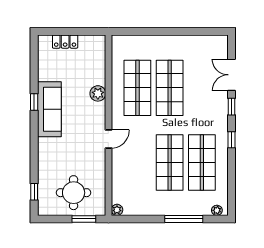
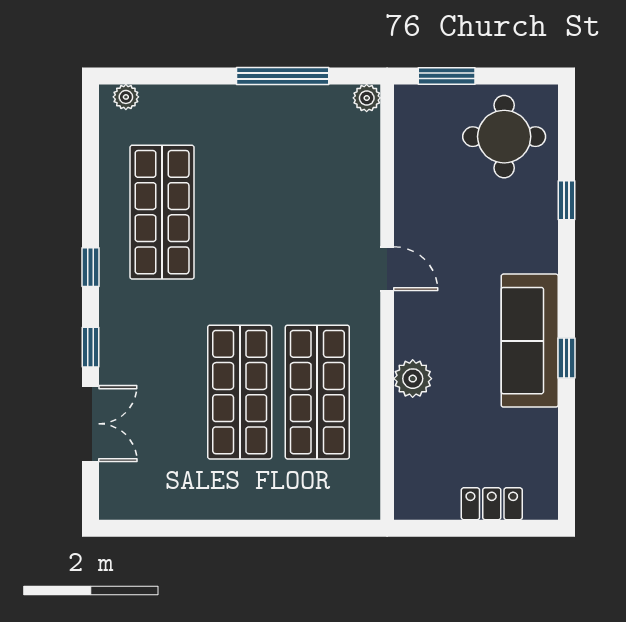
door: (108, 139) -> (387, 269), swing flipped
shop shelf: (170, 162) -> (240, 212), removed
window: (34, 192) -> (566, 200), moved
round table: (74, 193) -> (504, 137), moved
window: (184, 219) -> (283, 76), moved

